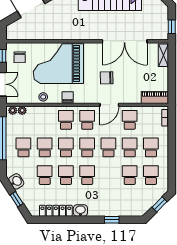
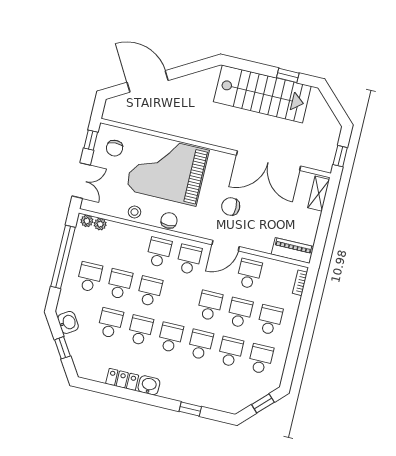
school desk: (87, 147) -> (200, 345), moved
locker: (56, 211) -> (122, 379), width x0.66

